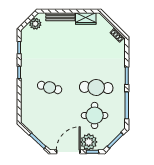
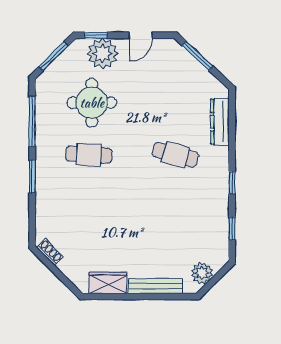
cafe table: (96, 87) -> (89, 155), width x0.73, depth x0.74
dresser: (26, 105) -> (220, 122), added
door: (68, 152) -> (141, 35), width x0.53

